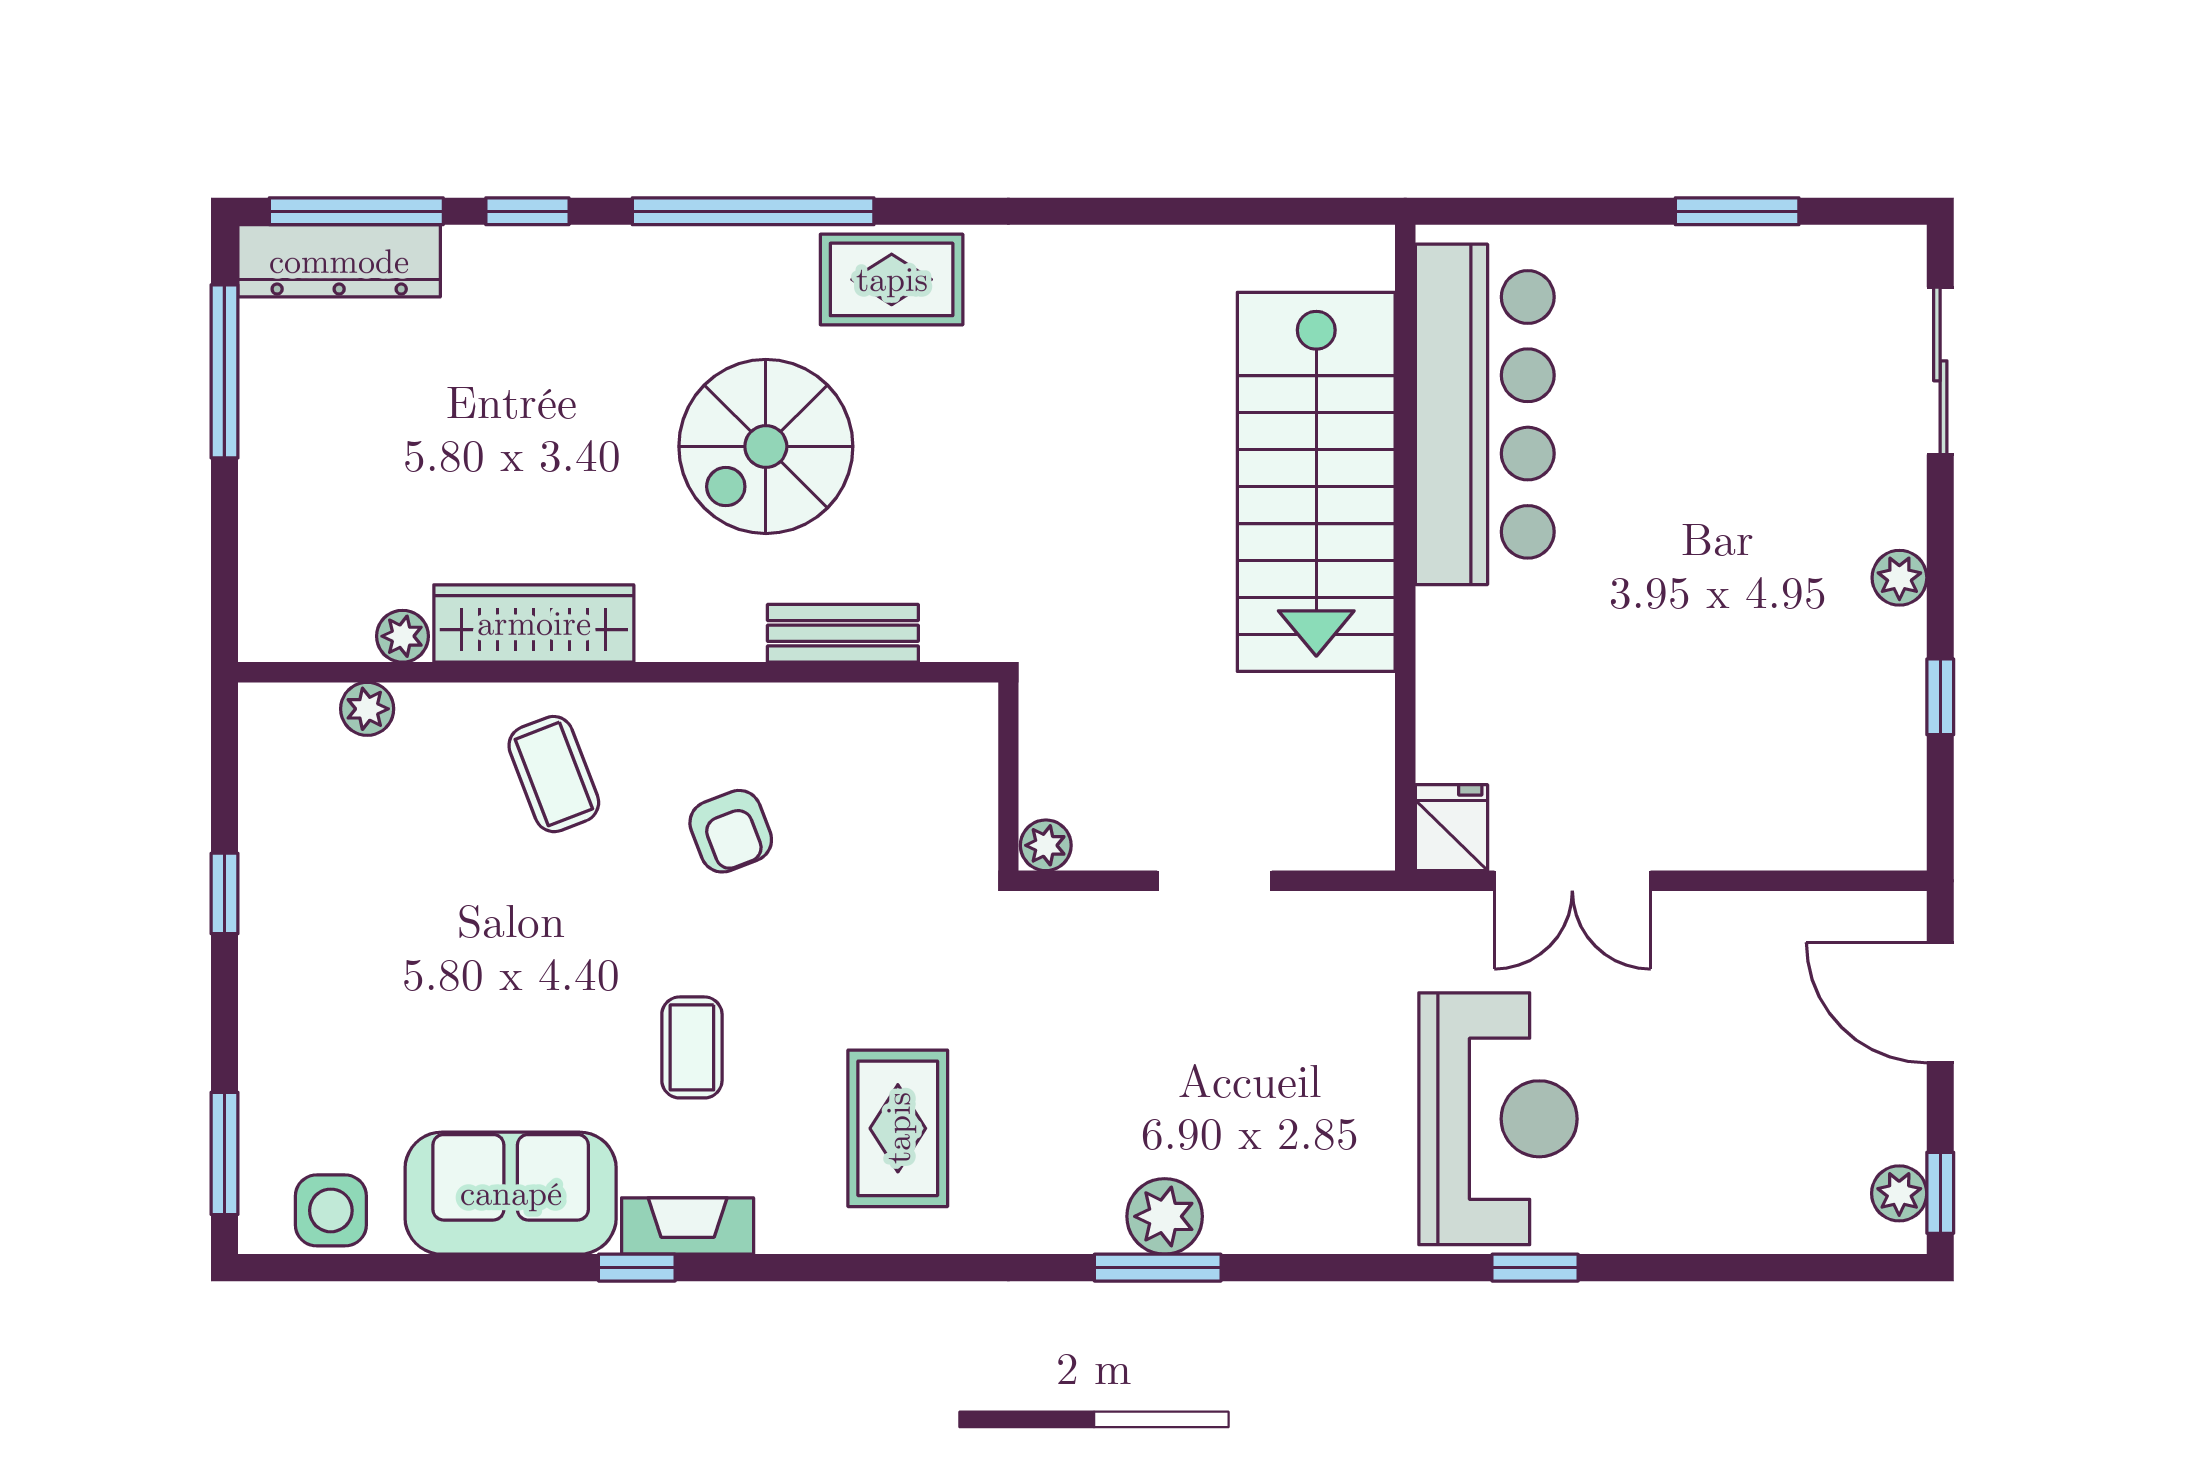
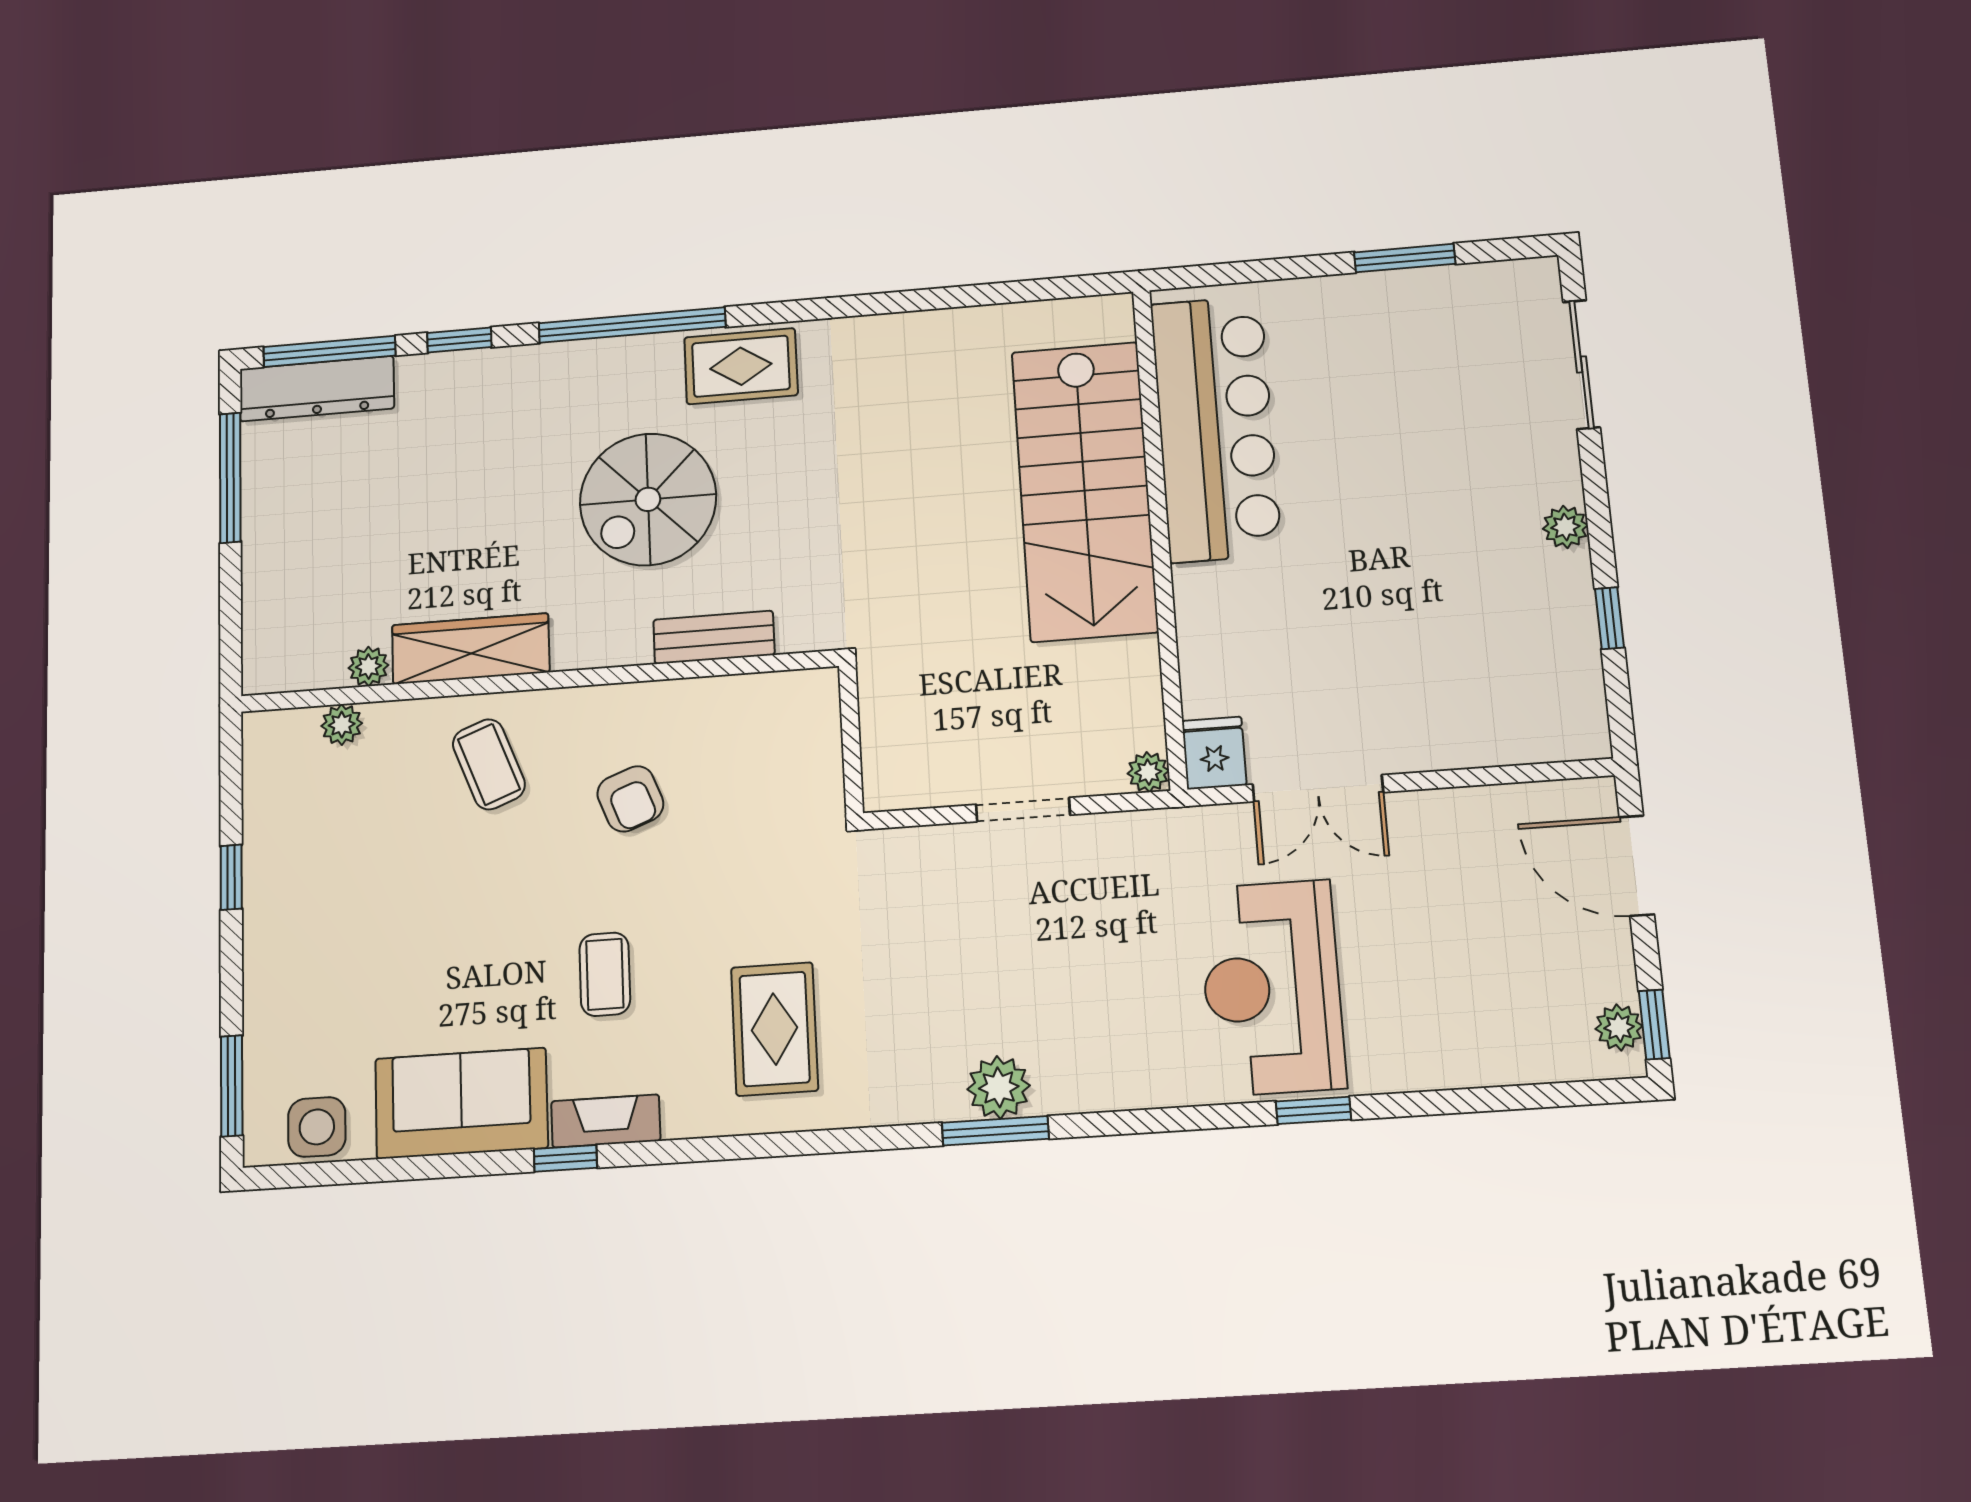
plant: (1046, 845) -> (1148, 772), moved
reception desk: (1498, 1119) -> (1272, 988), turned 180

